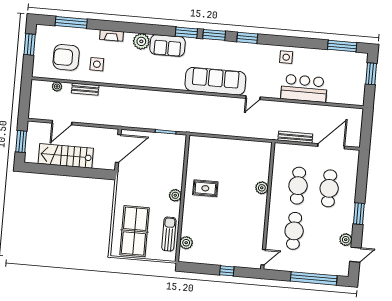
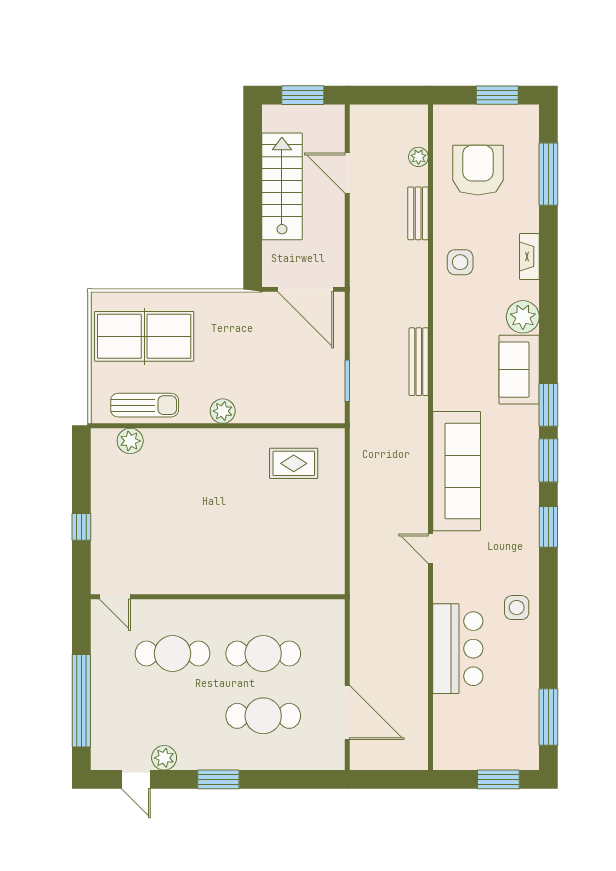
side table: (97, 64) -> (460, 262), moved
bench: (295, 137) -> (419, 362), moved
rug: (205, 188) -> (294, 463), moved, turned 90
plant: (262, 188) -> (253, 582), removed

